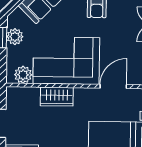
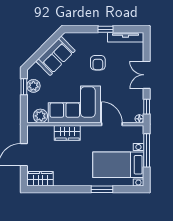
door: (113, 86) -> (112, 124), hinge flipped

